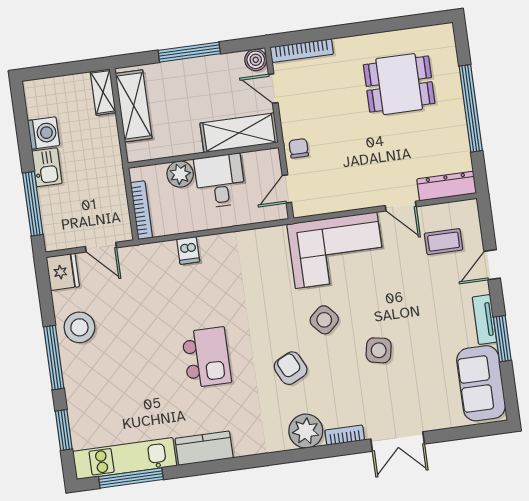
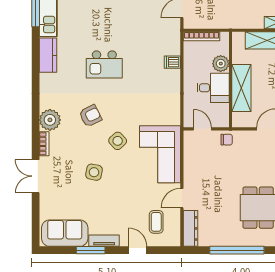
shelving: (239, 133) -> (241, 88), moved

